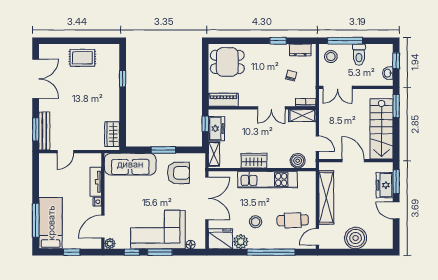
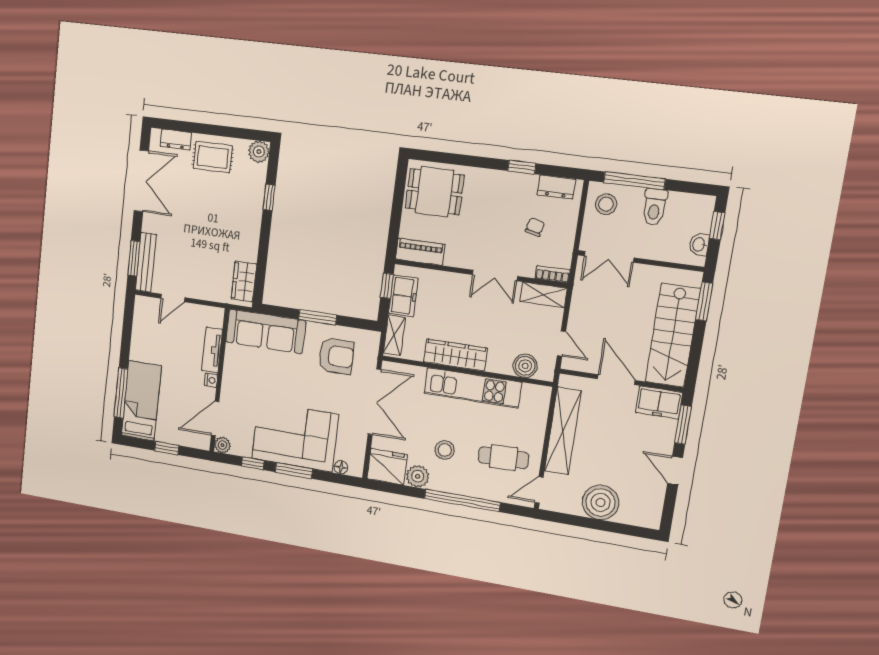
dresser: (56, 50) -> (176, 140), added
plant: (113, 51) -> (259, 152), added
wardrobe: (254, 161) -> (455, 355), width x1.50
freezer: (385, 185) -> (659, 402), moved, turned -90

